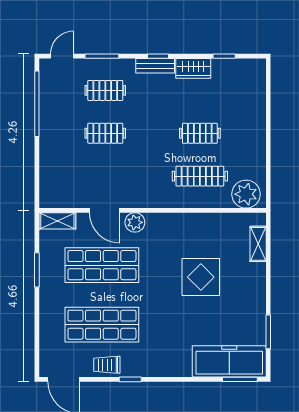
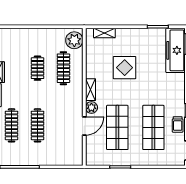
clothes rail: (105, 90) -> (12, 125), width x1.36
clothes rail: (105, 133) -> (37, 125), width x1.36
shelving: (57, 221) -> (90, 90), moved

